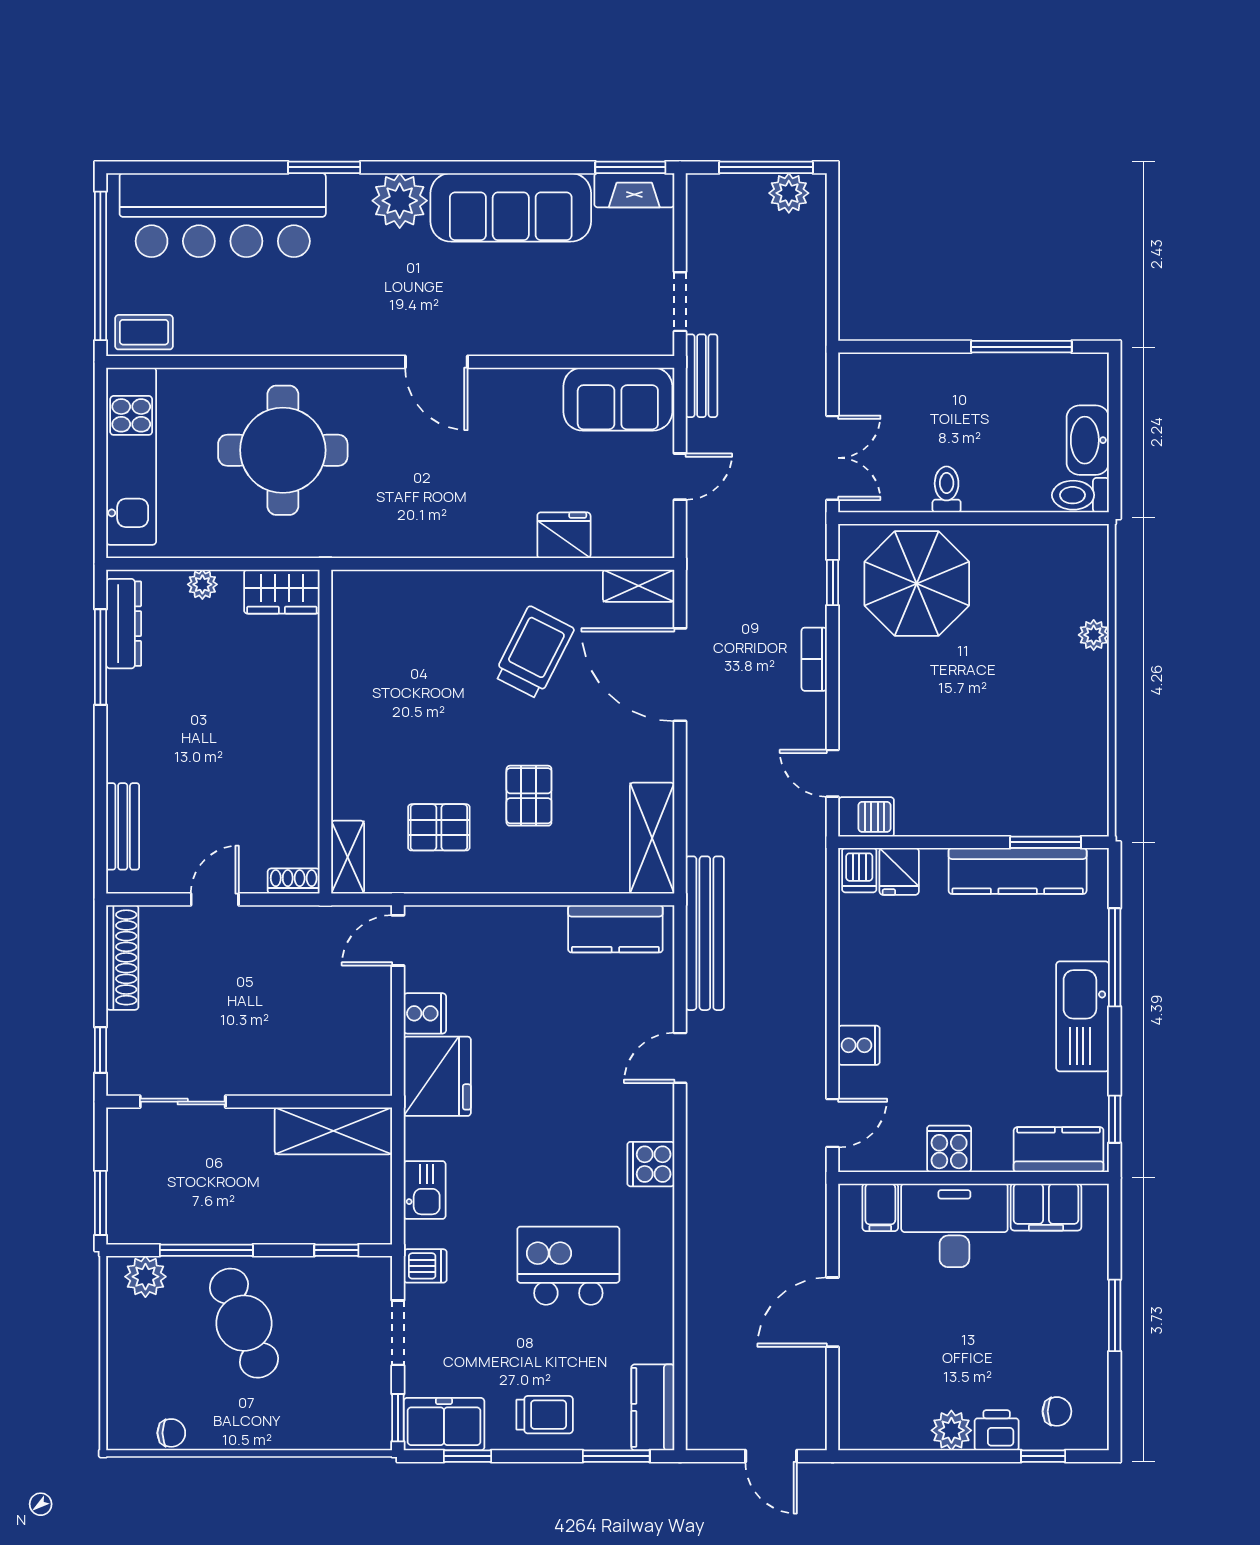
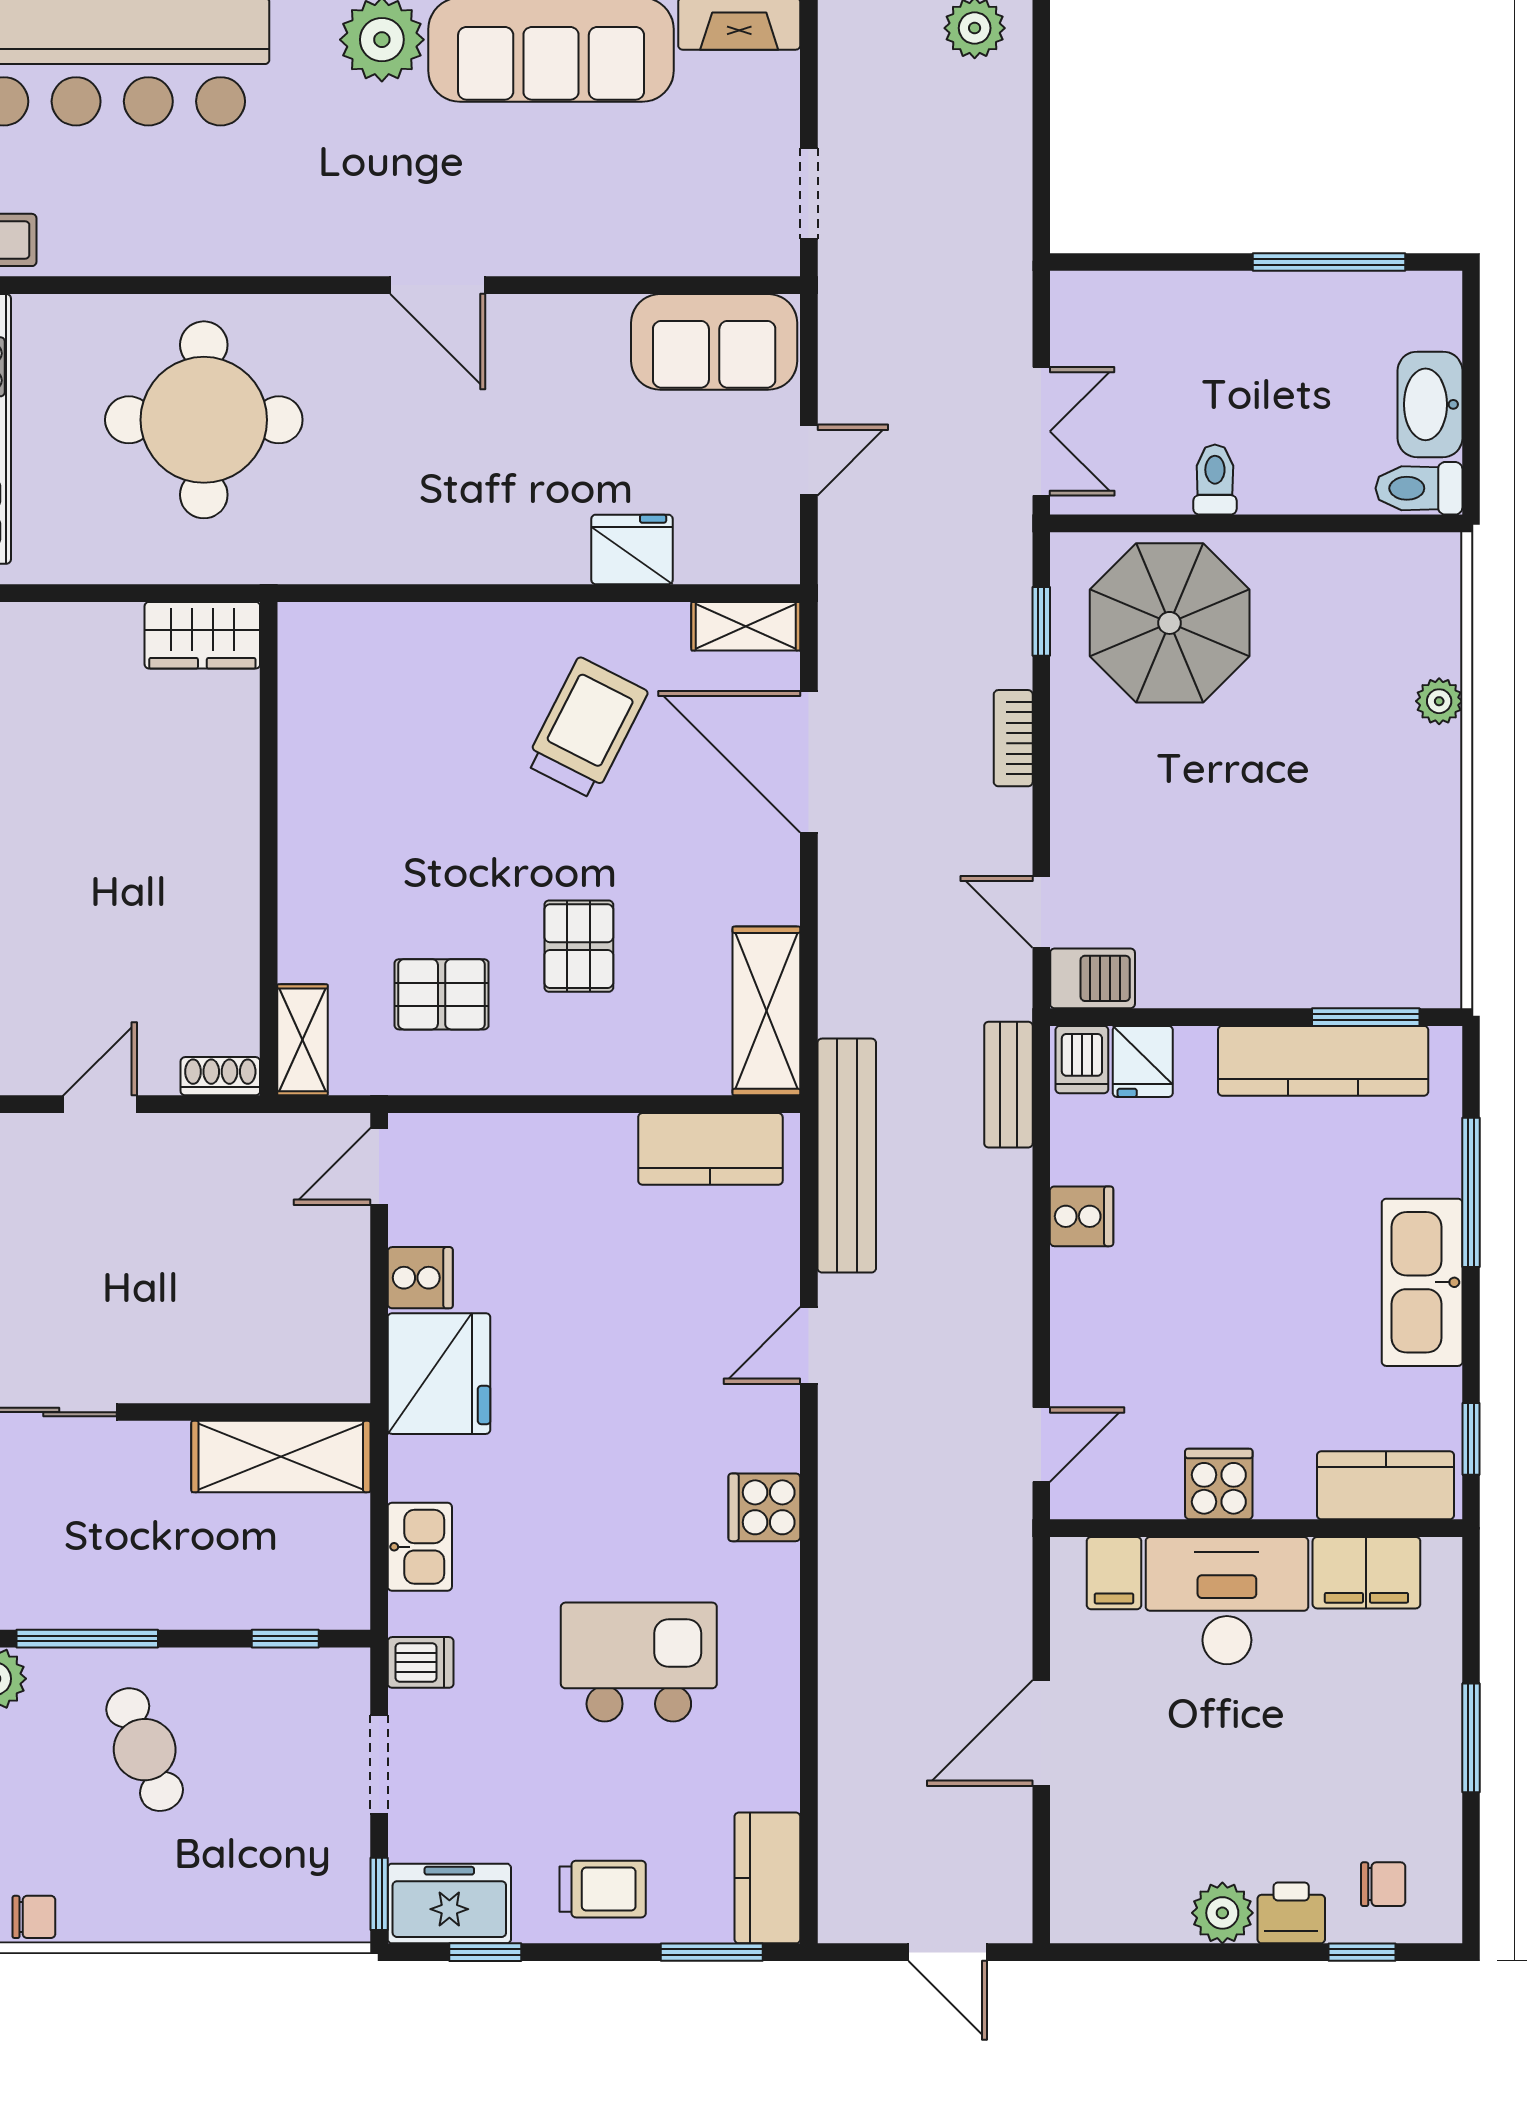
bench: (702, 376) -> (1008, 1085), moved
plant: (202, 584) -> (81, 624), removed
cooker: (859, 1045) -> (1082, 1216), moved
cafe table: (244, 1323) -> (145, 1750), width x0.73, depth x0.74

